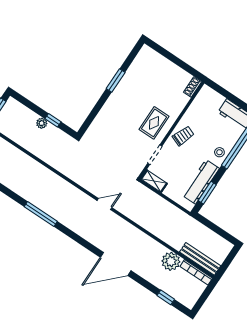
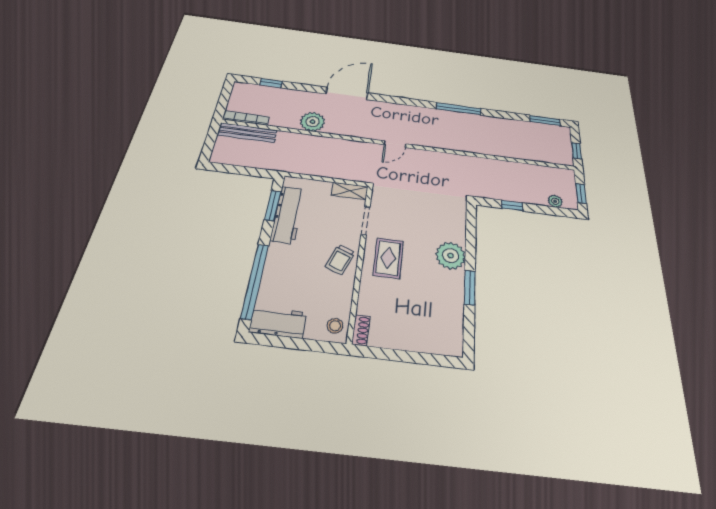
plant: (115, 106) -> (451, 256), added
plant: (42, 123) -> (555, 201), moved
stool: (219, 152) -> (335, 326), moved
plant: (171, 261) -> (313, 122), moved

